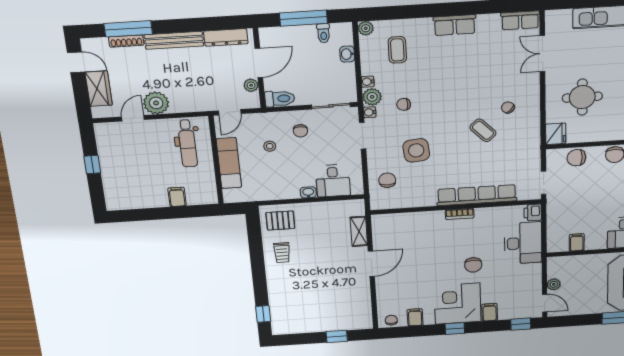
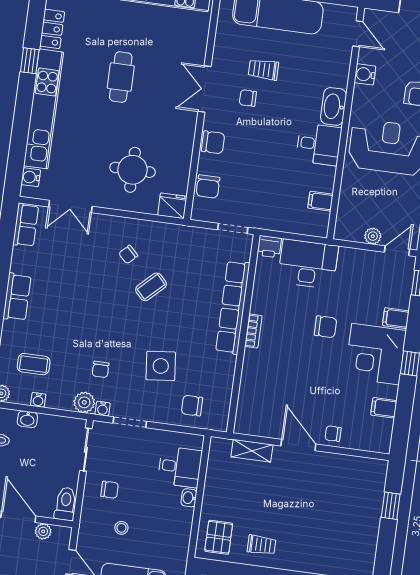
water cooler: (564, 16) -> (31, 177), added
water cooler: (368, 82) -> (38, 400), moved
chair: (391, 320) -> (333, 434), moved

